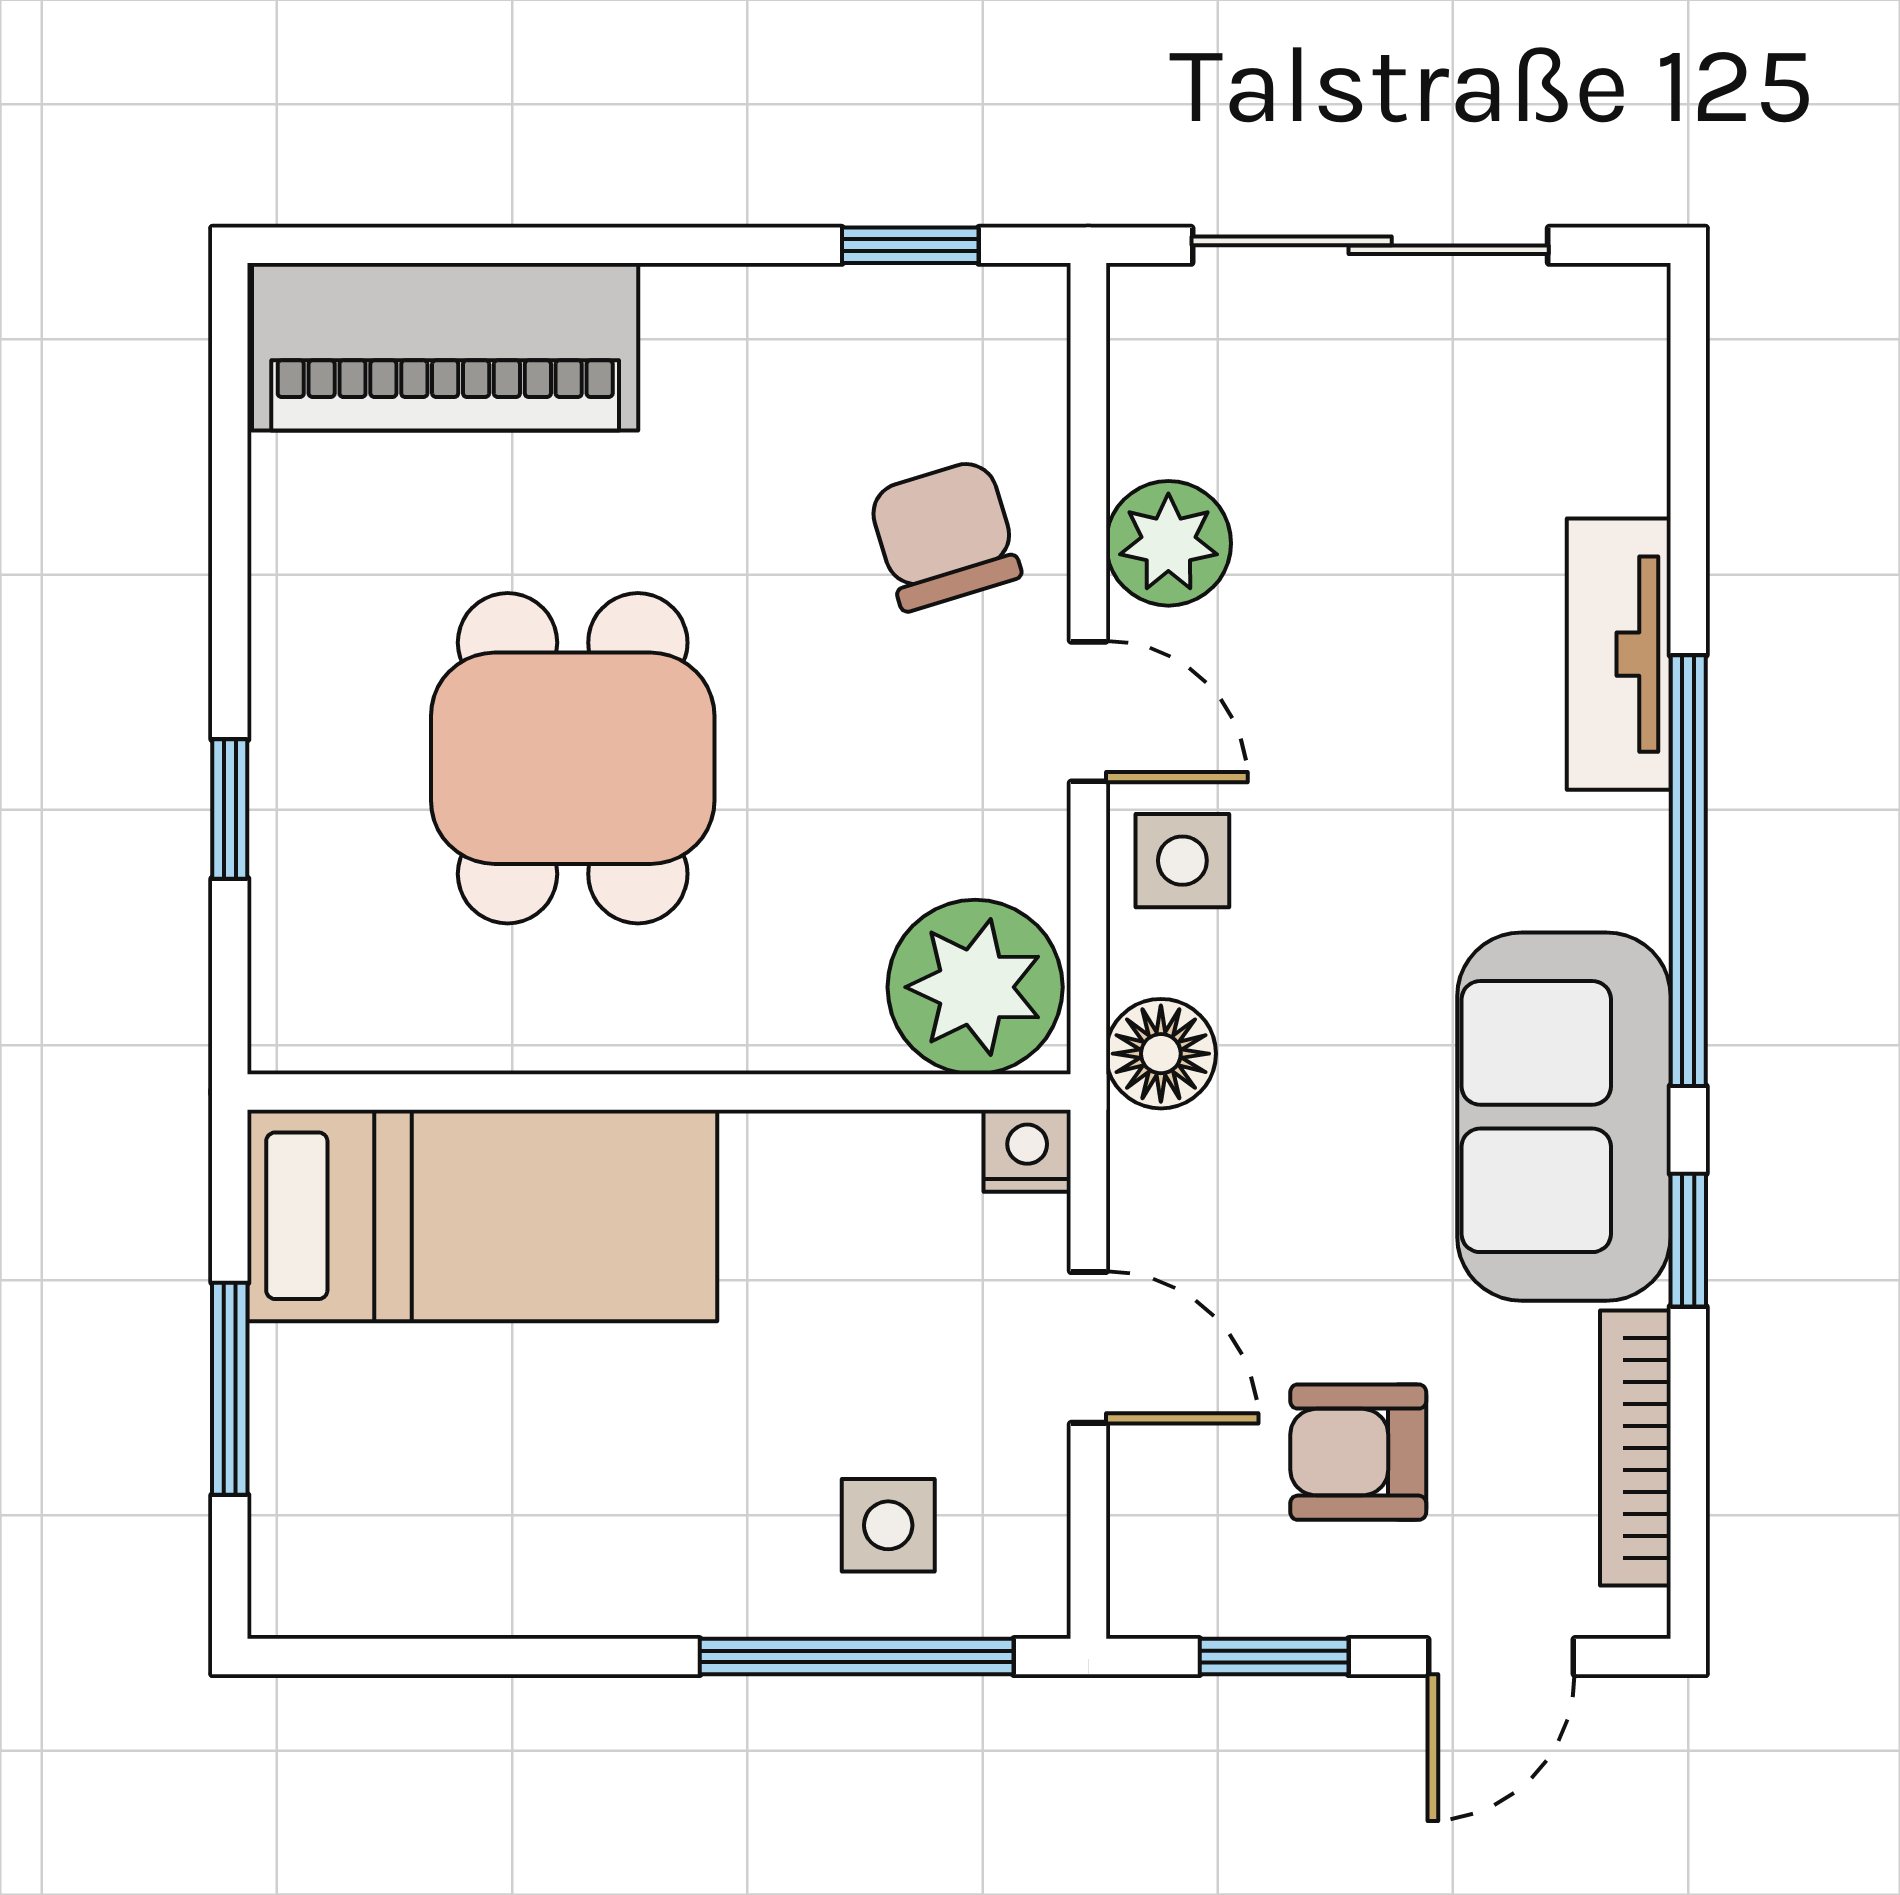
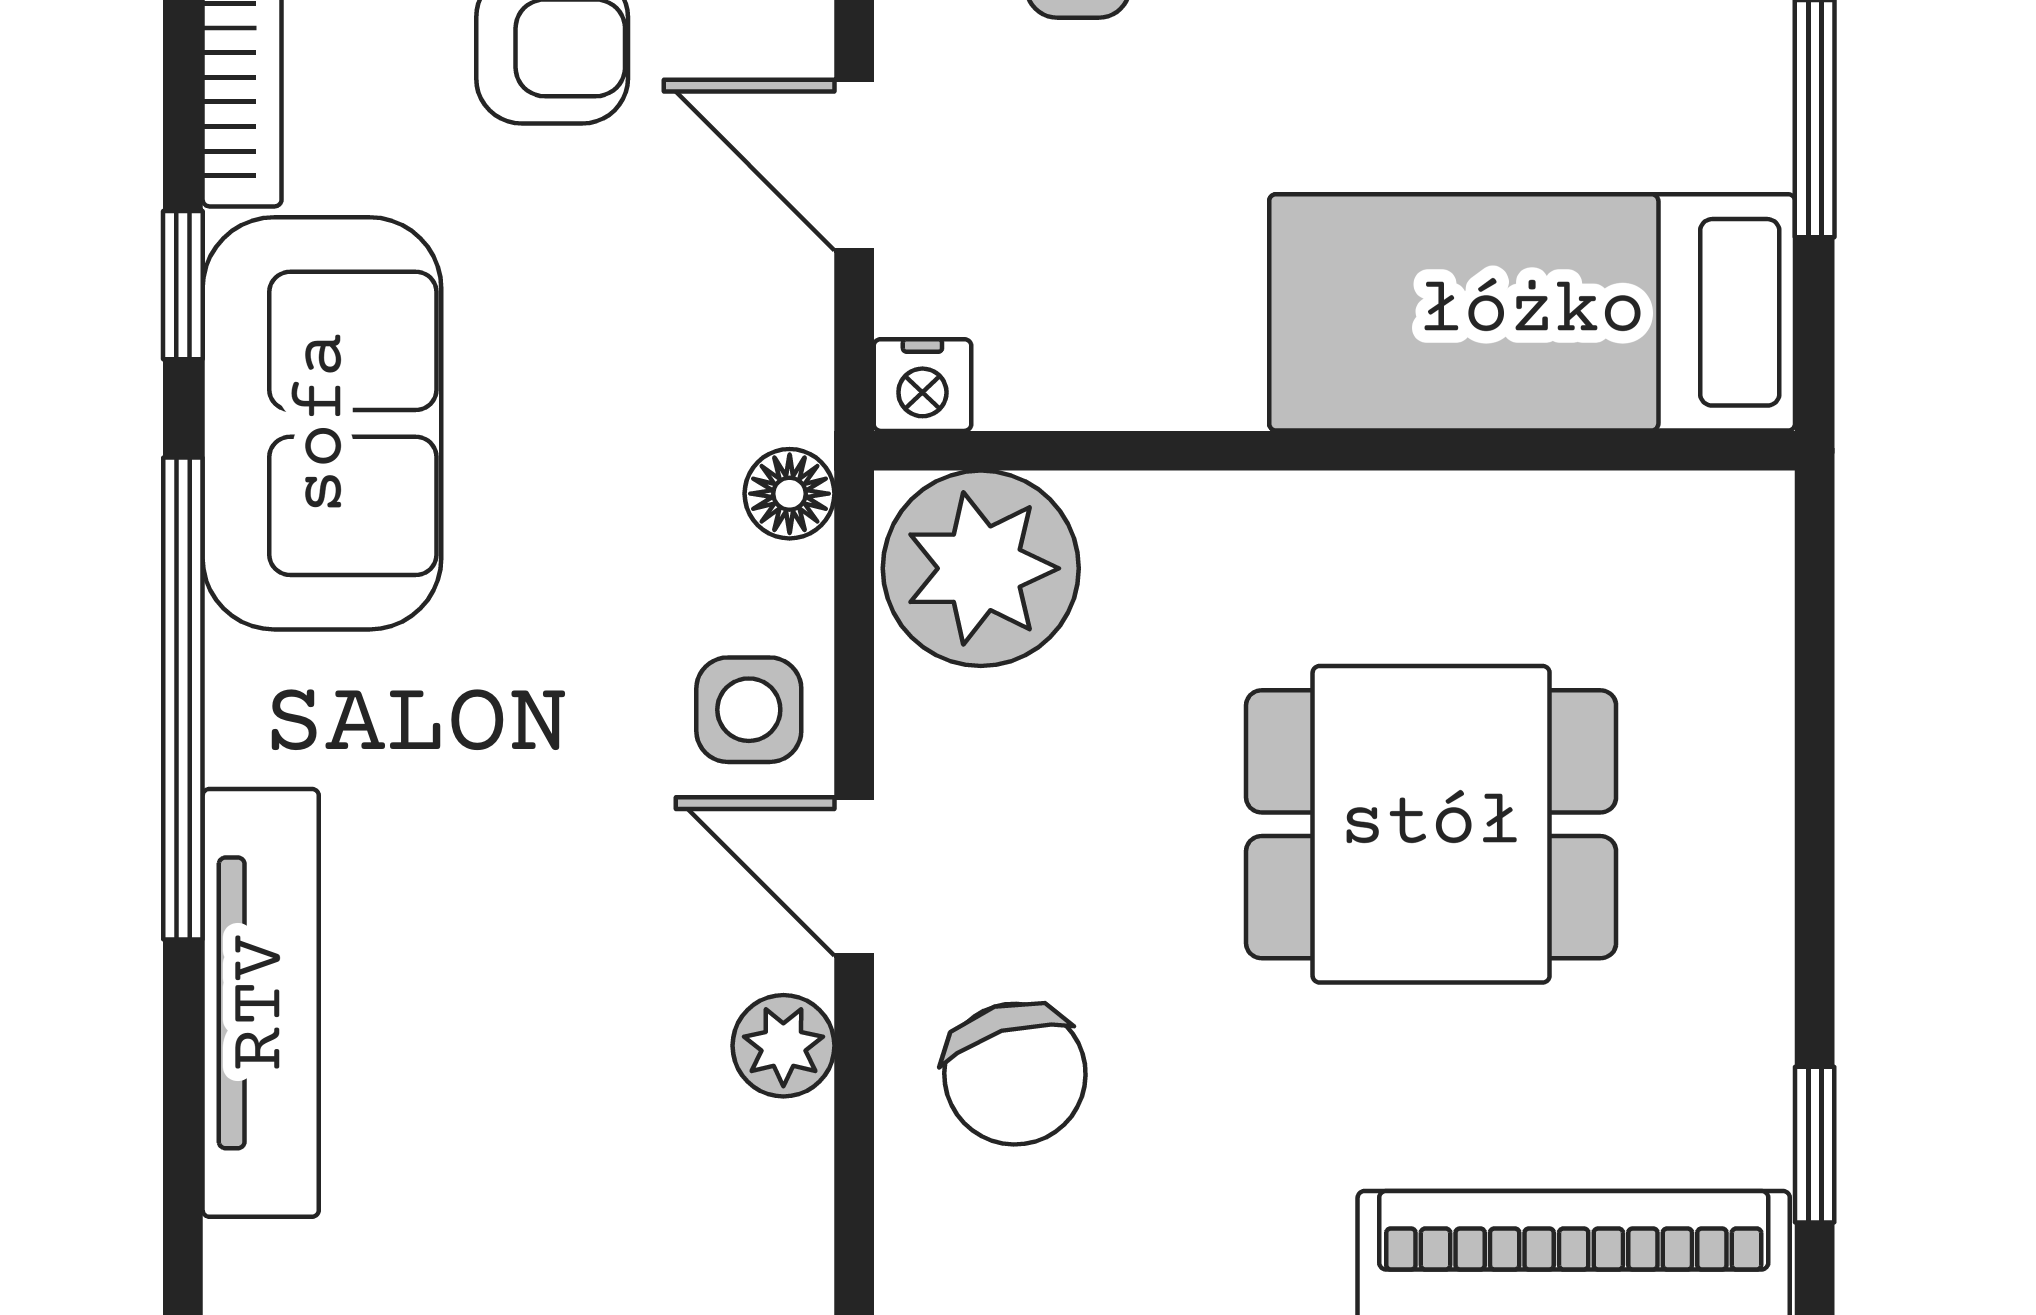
plant: (1168, 543) -> (783, 1046), width x0.73, depth x0.73
tv unit: (1619, 654) -> (261, 1003), width x1.41
dining table: (573, 758) -> (1431, 824), turned 90
window: (230, 809) -> (1815, 1145), moved
floor lamp: (1161, 1054) -> (790, 494), width x0.73, depth x0.73

